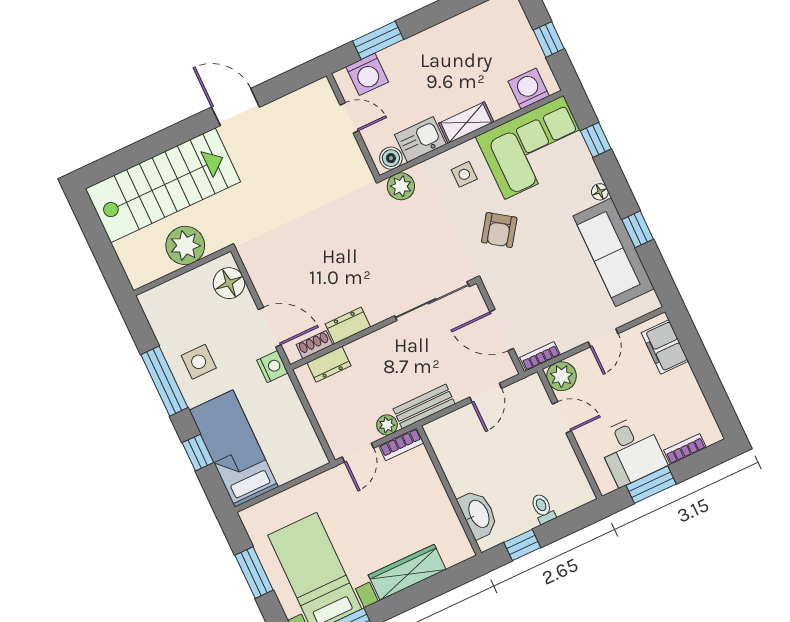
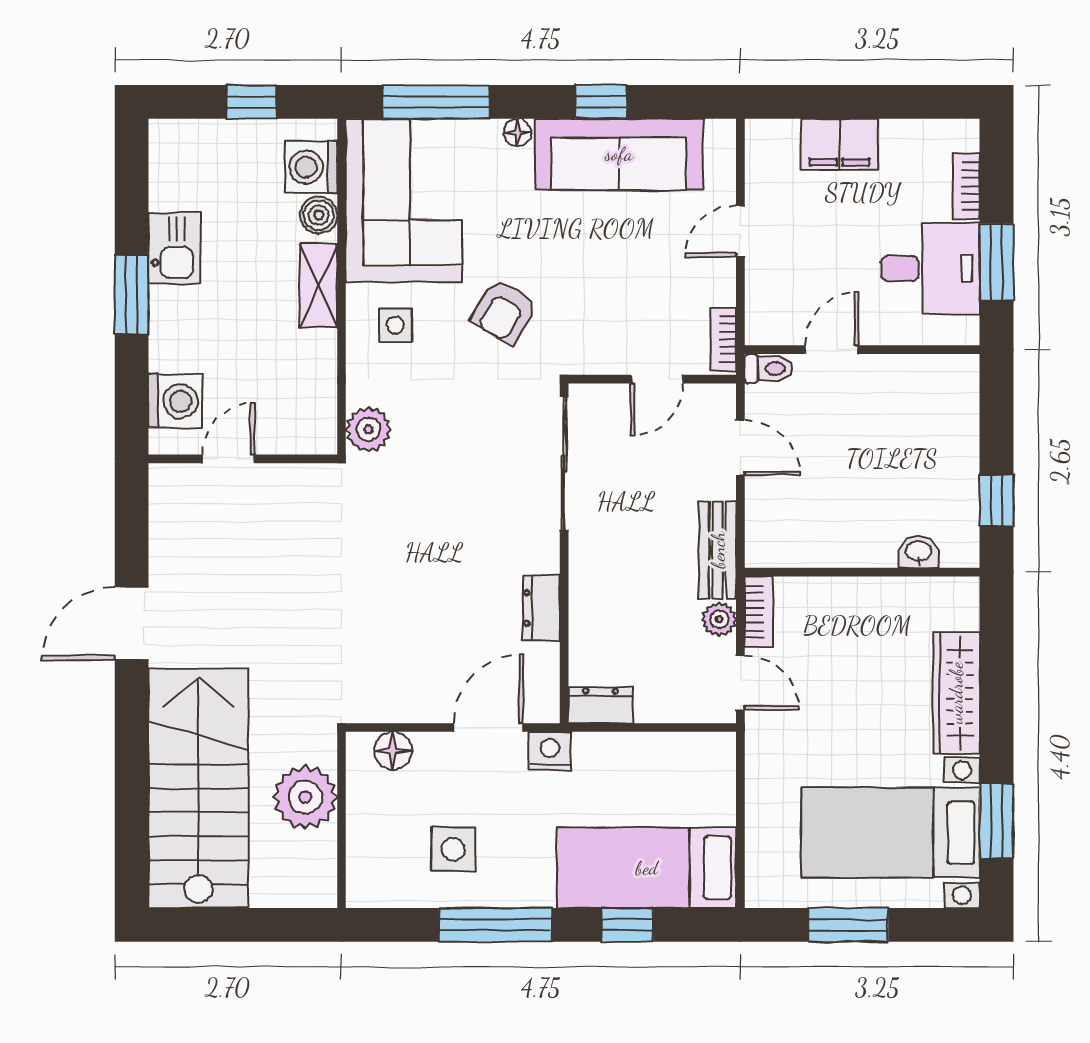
window: (378, 40) -> (132, 295), moved
kitchen sink: (420, 139) -> (174, 248), moved, turned 180
window: (596, 140) -> (436, 102), width x2.17
boiler: (391, 158) -> (319, 215), moved
armchair: (499, 230) -> (504, 312), turned 86
floor lamp: (229, 283) -> (393, 751), width x0.73, depth x0.73
door: (502, 330) -> (657, 379), width x0.73
door: (603, 338) -> (740, 231), swing flipped
shoe rack: (314, 345) -> (546, 672), removed
filing cabinet: (665, 347) -> (840, 144), moved
side table: (199, 362) -> (453, 849), moved
dresser: (329, 364) -> (601, 705), moved, turned -90
plant: (562, 376) -> (769, 321), removed
toilet: (543, 508) -> (769, 369), moved, turned 180
washbasin: (478, 514) -> (919, 552), width x0.52, depth x0.69

